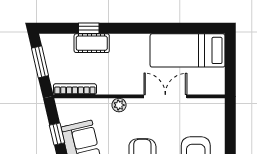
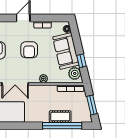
window: (89, 28) -> (62, 126), width x3.17
plant: (68, 113) -> (75, 73), added

